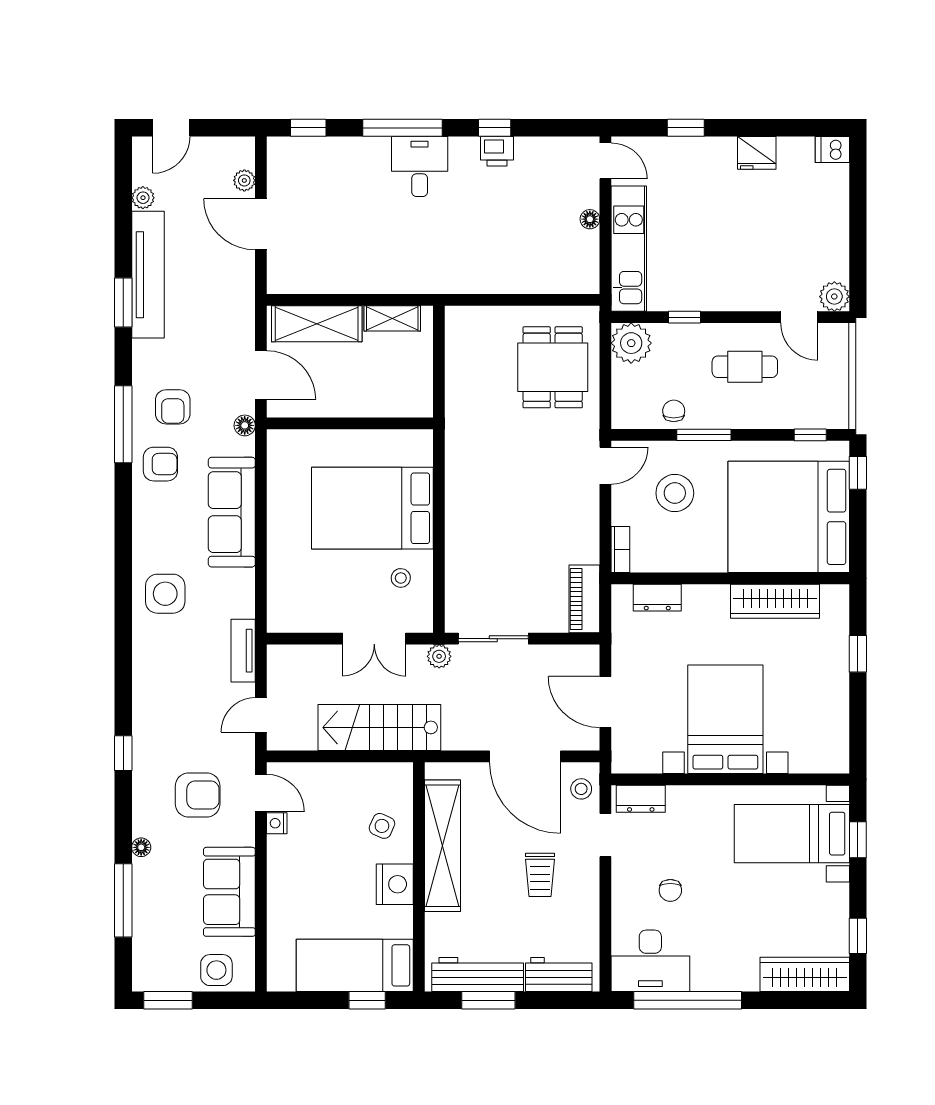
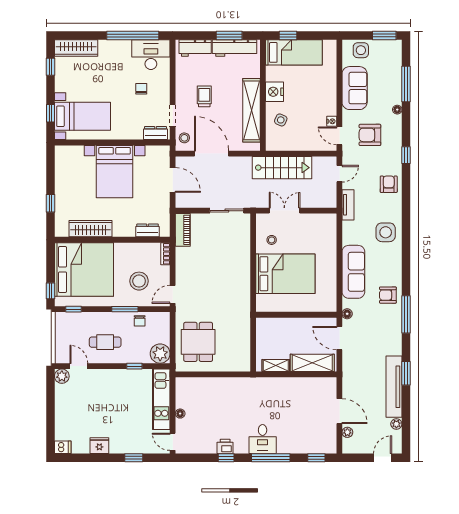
armchair: (173, 407) -> (389, 184), moved
plant: (439, 656) -> (253, 202), removed

